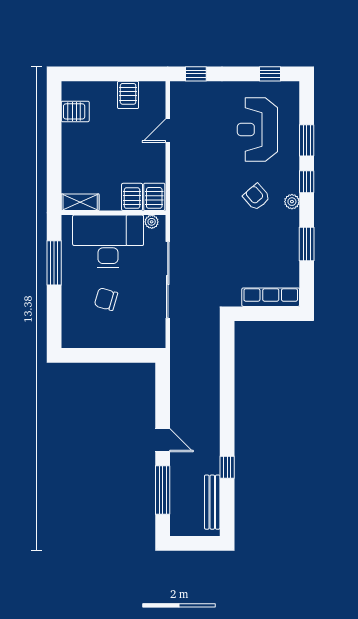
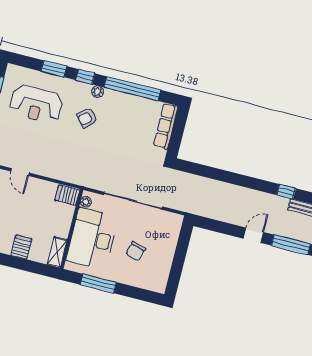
server rack: (132, 197) -> (21, 247), moved, turned 90
window: (307, 244) -> (132, 89), width x2.11

